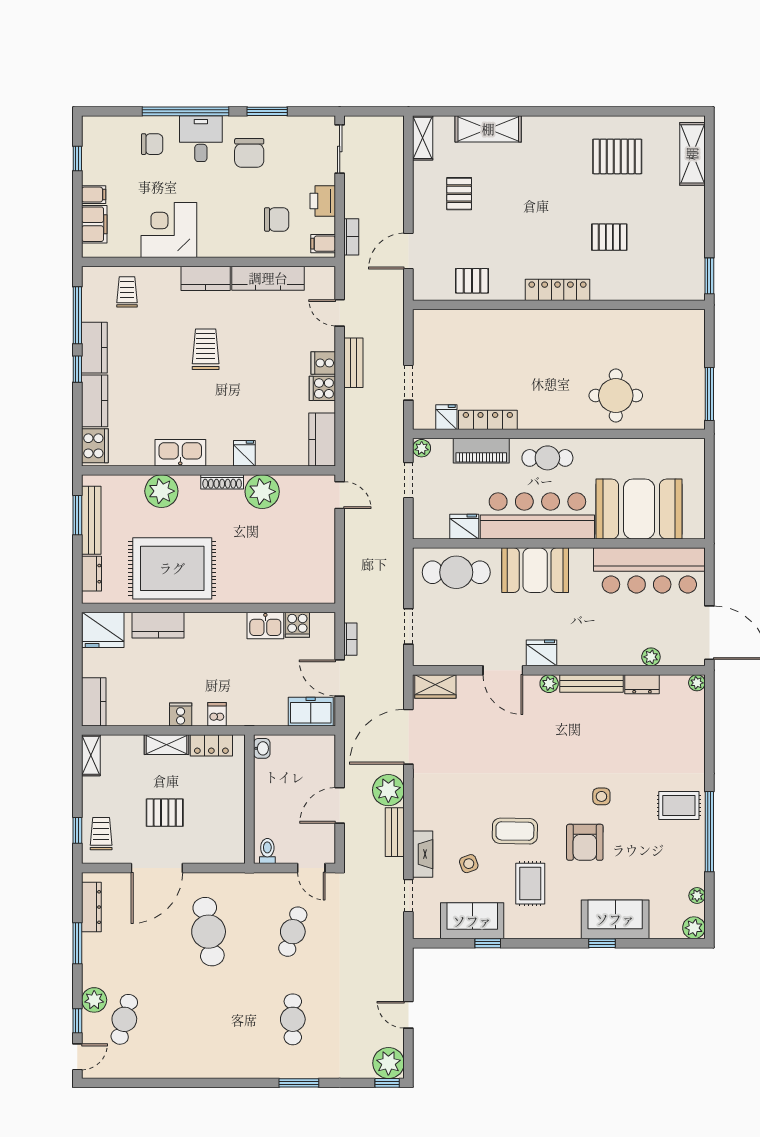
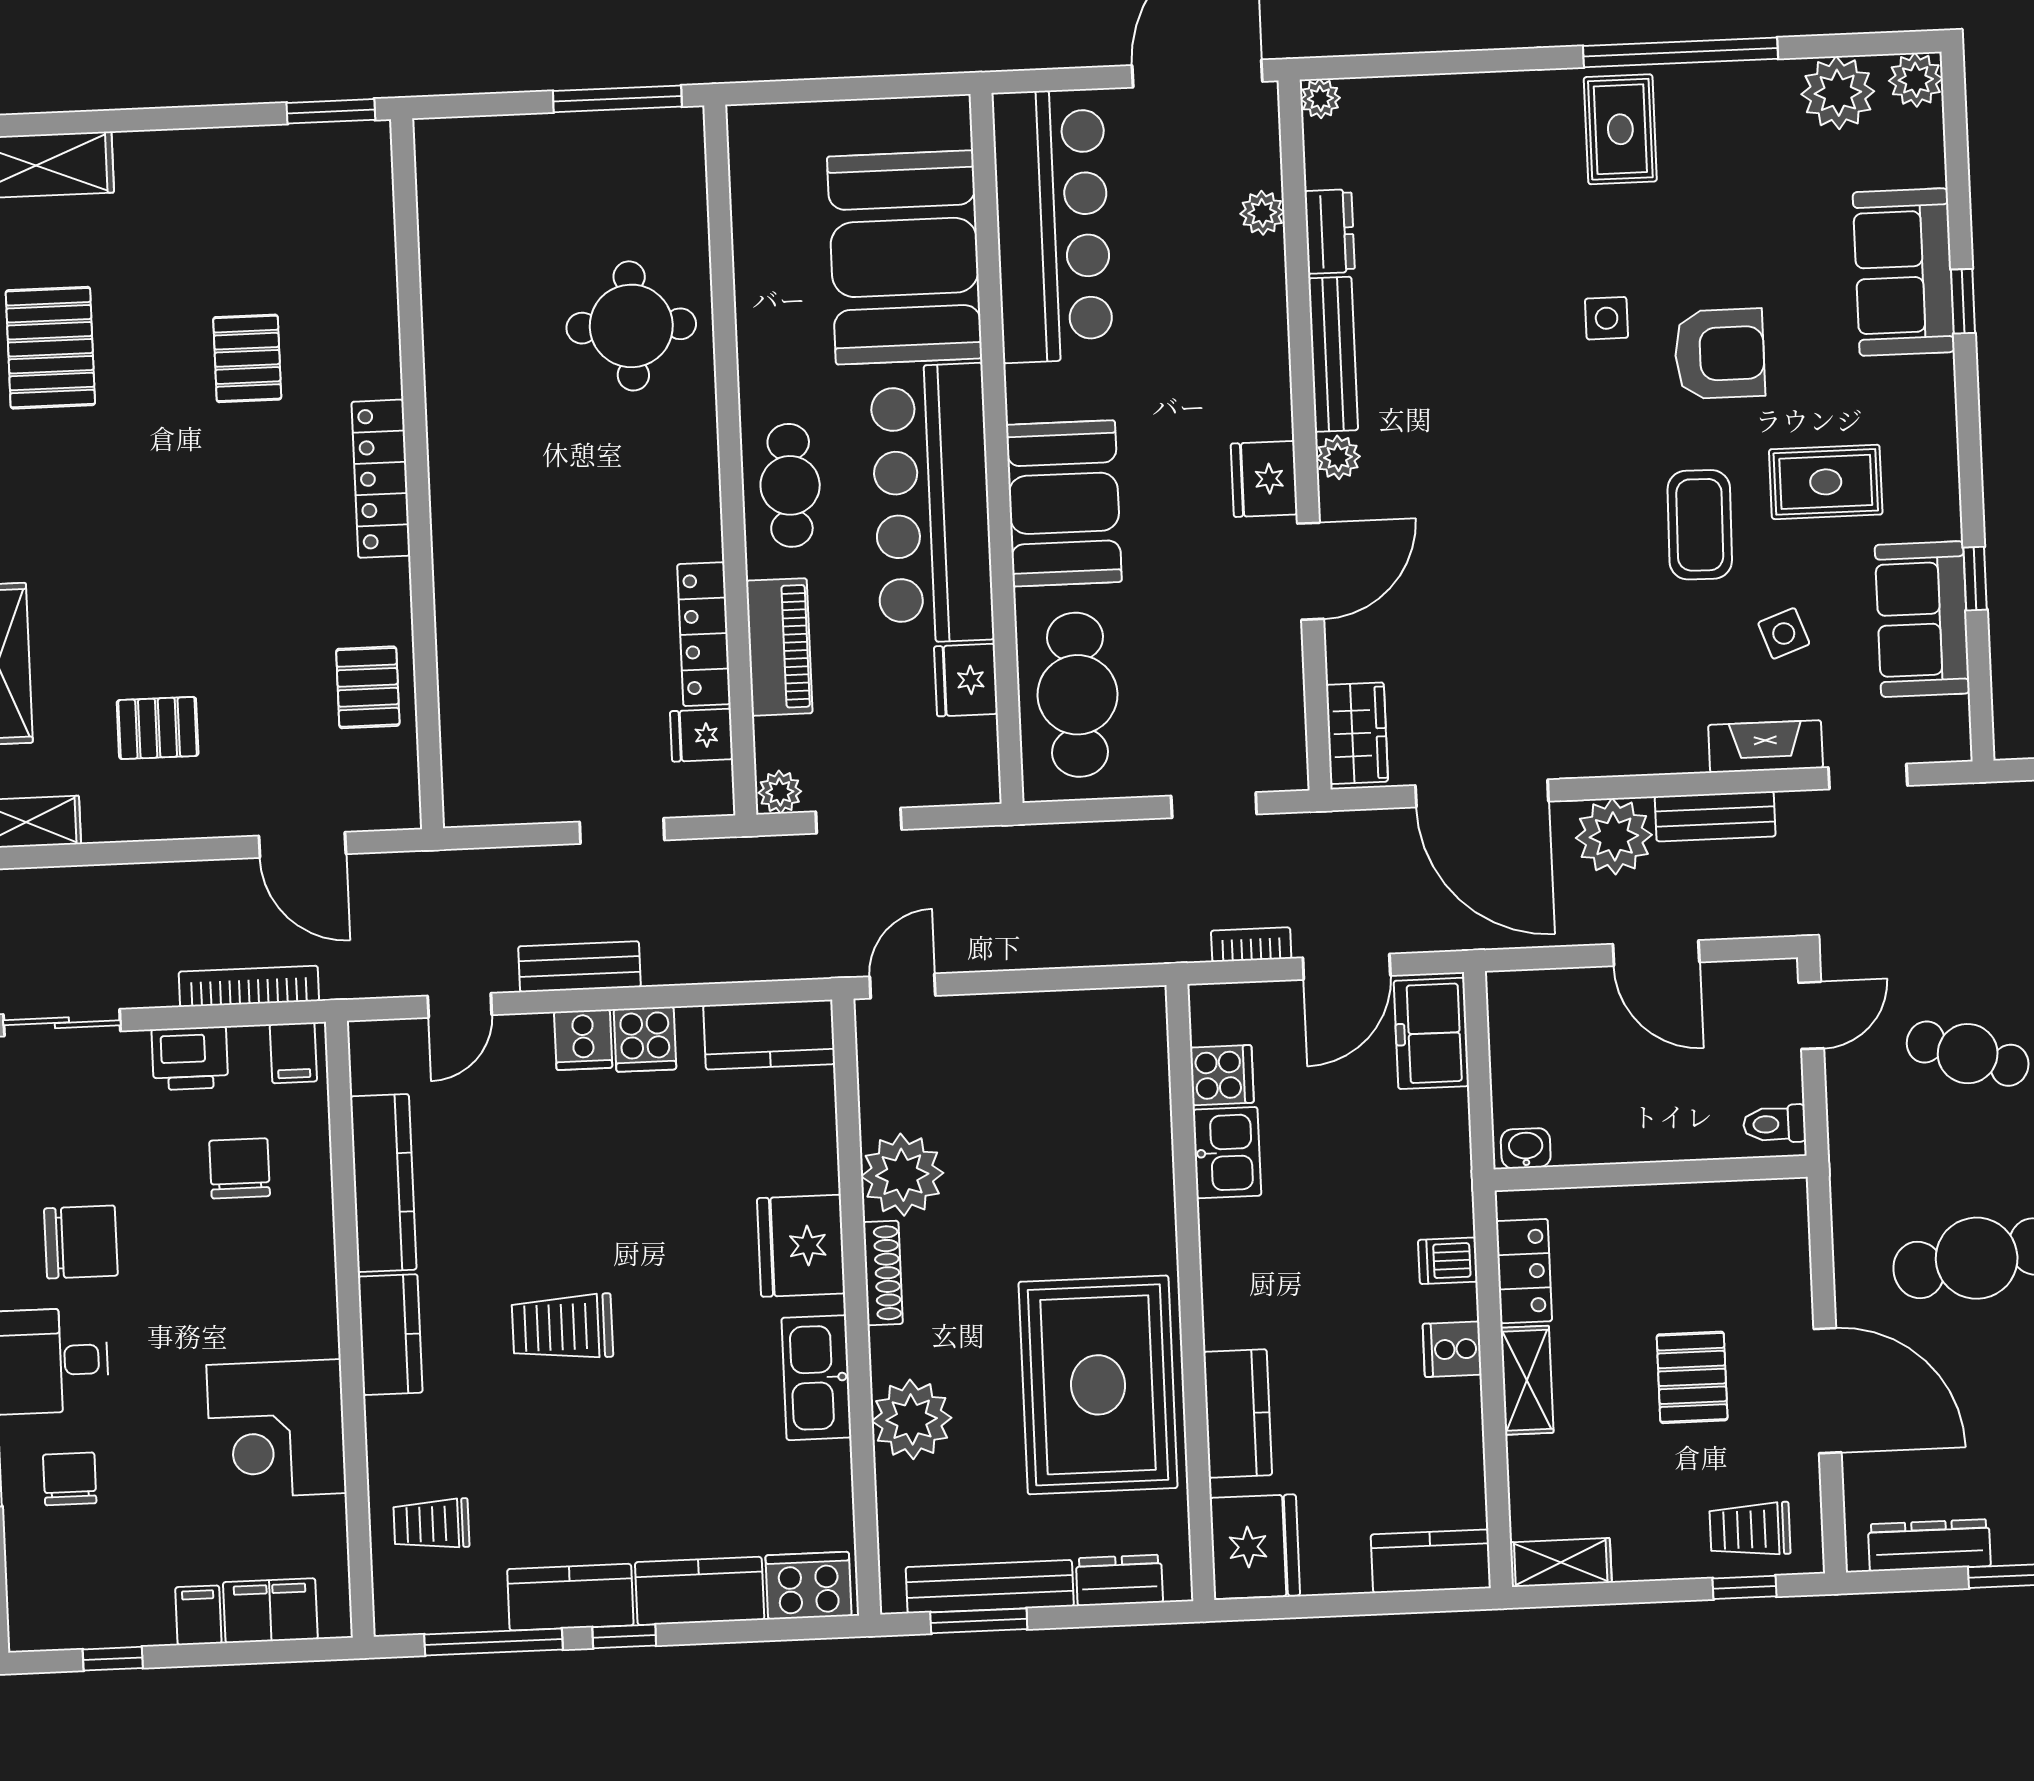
bookcase: (351, 237) -> (249, 986), width x1.56
fridge: (244, 453) -> (801, 1246), width x1.88, depth x1.34
plant: (697, 896) -> (1838, 93), width x1.88, depth x1.88

